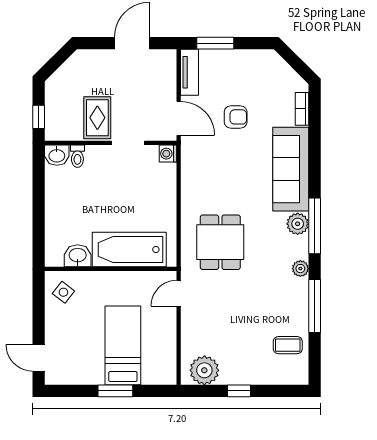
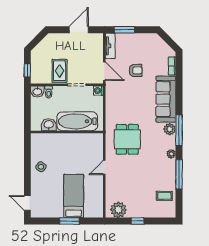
bathtub: (129, 250) -> (77, 121), moved
washbasin: (78, 256) -> (49, 125), moved
wall: (111, 269) -> (67, 132), moved

